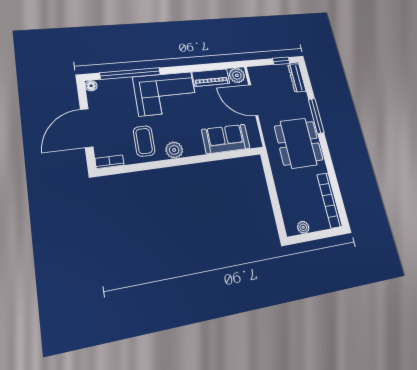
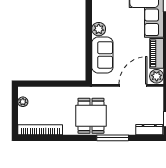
dining table: (299, 143) -> (91, 116), width x0.73
plant: (174, 150) -> (99, 29), moved

